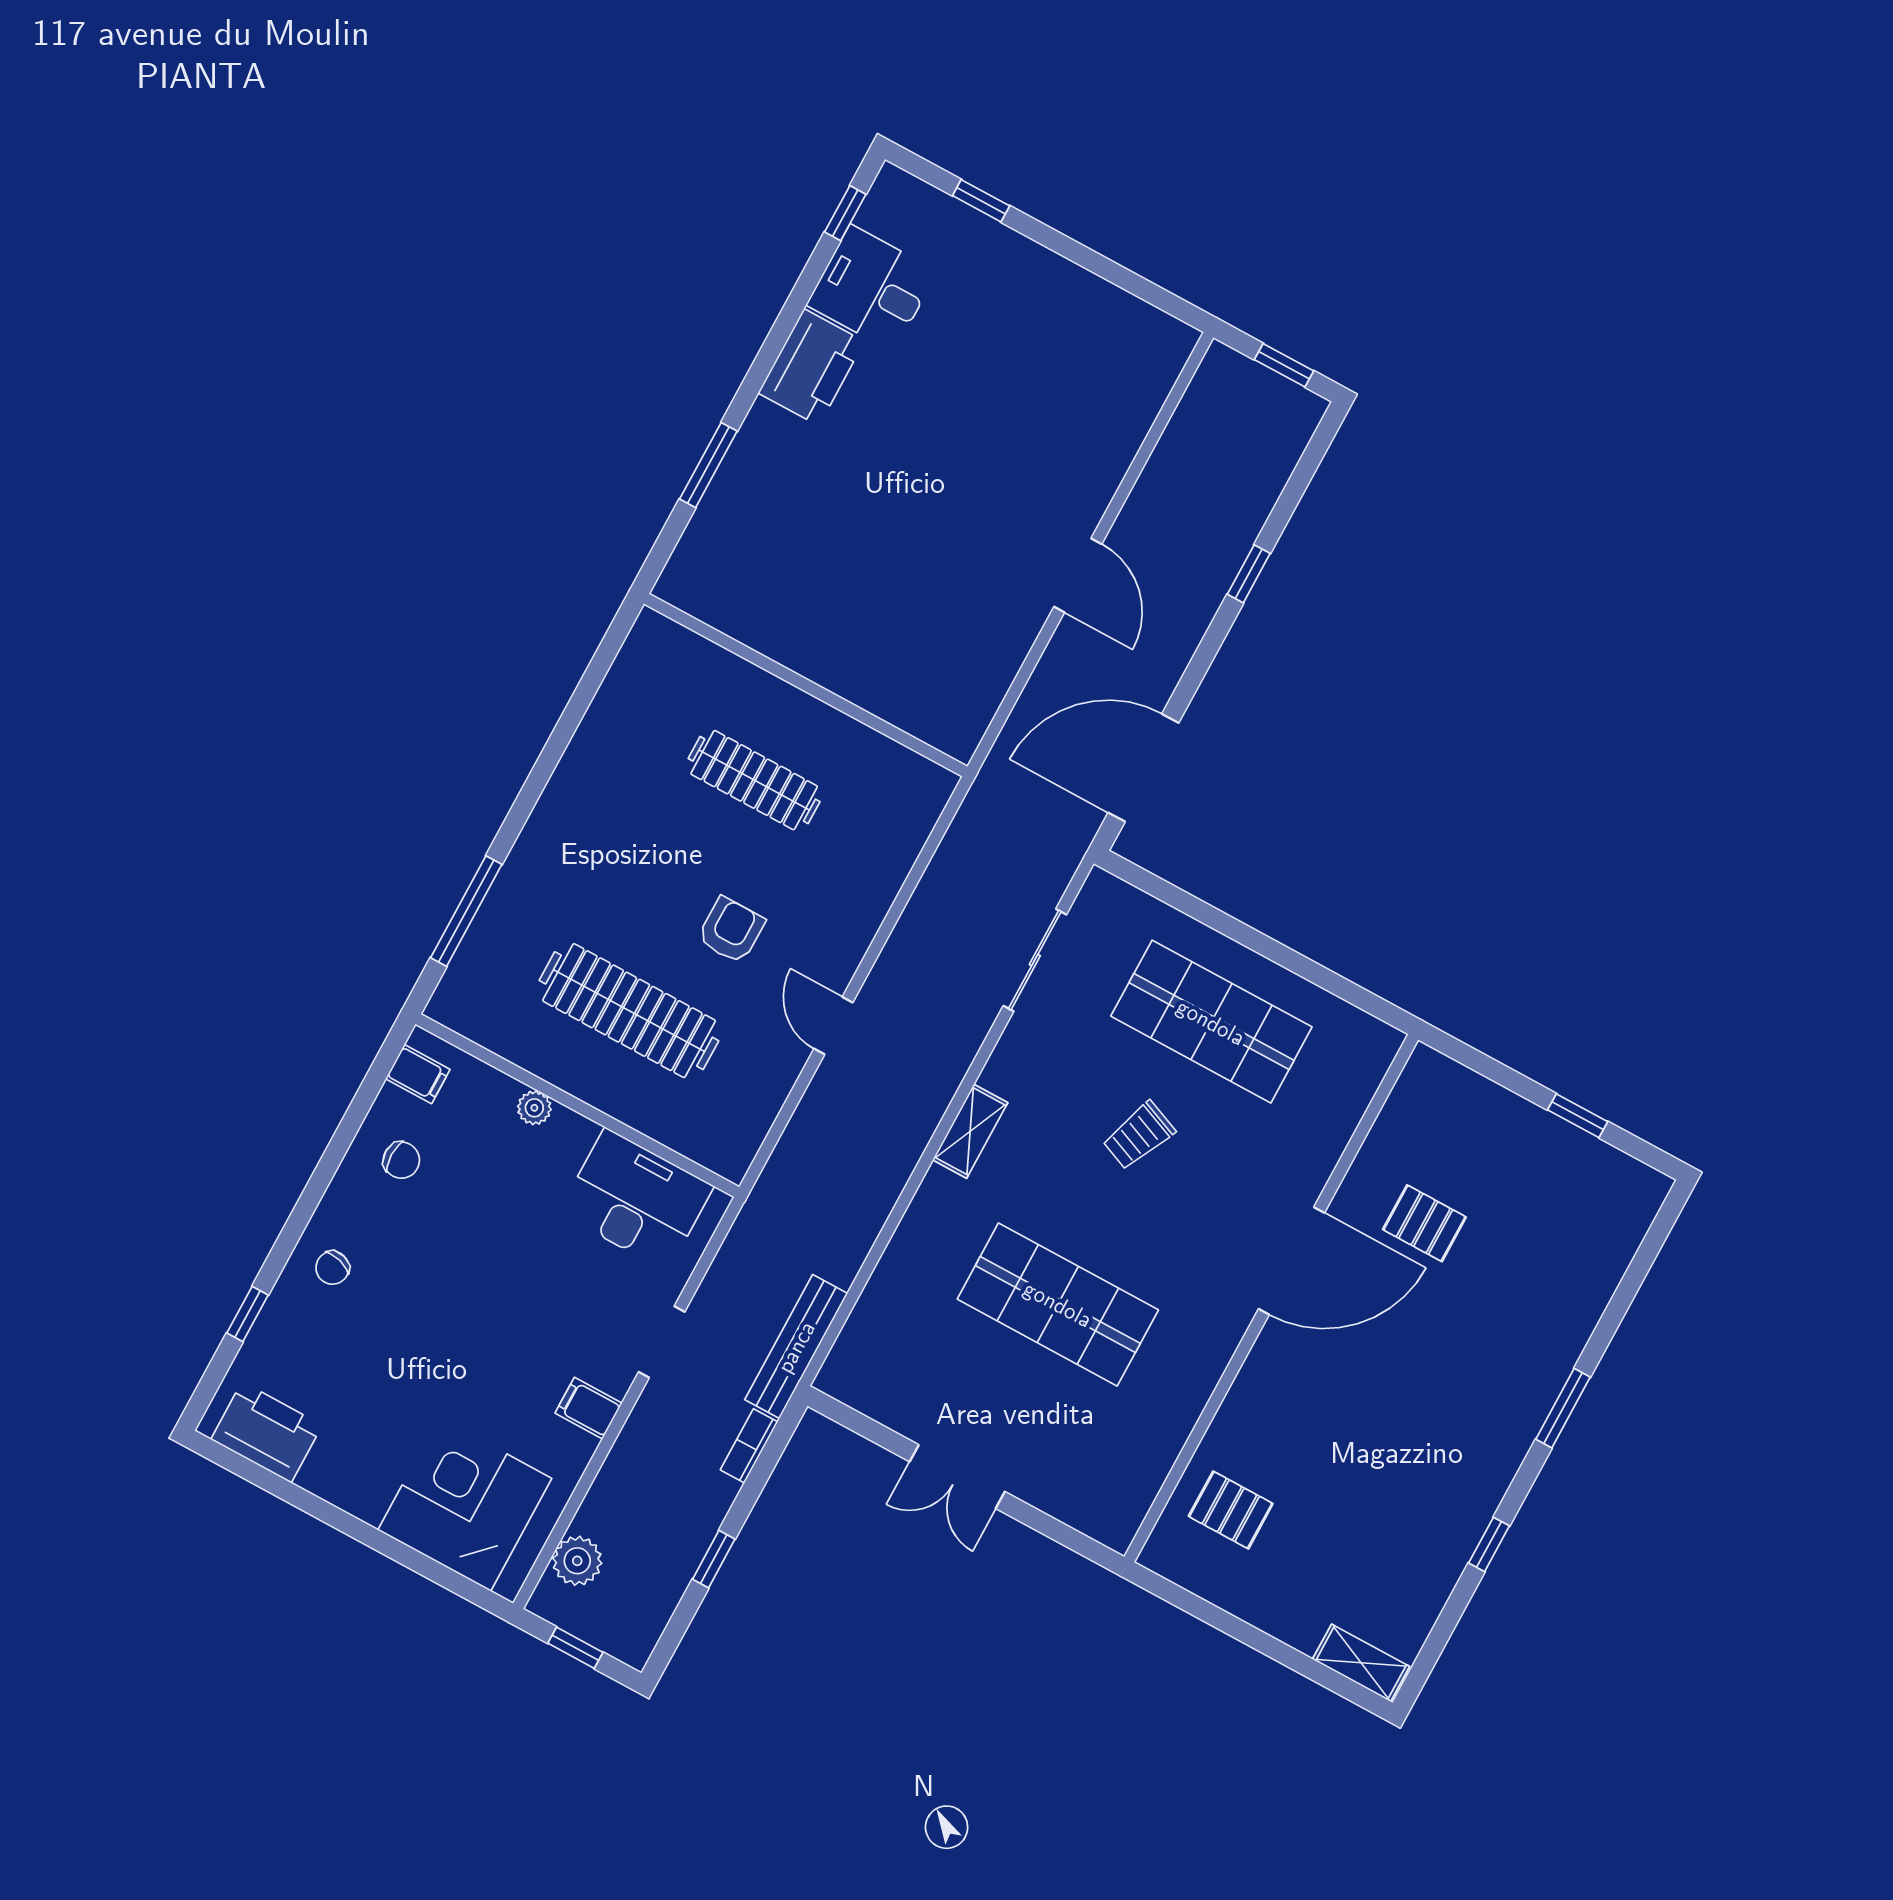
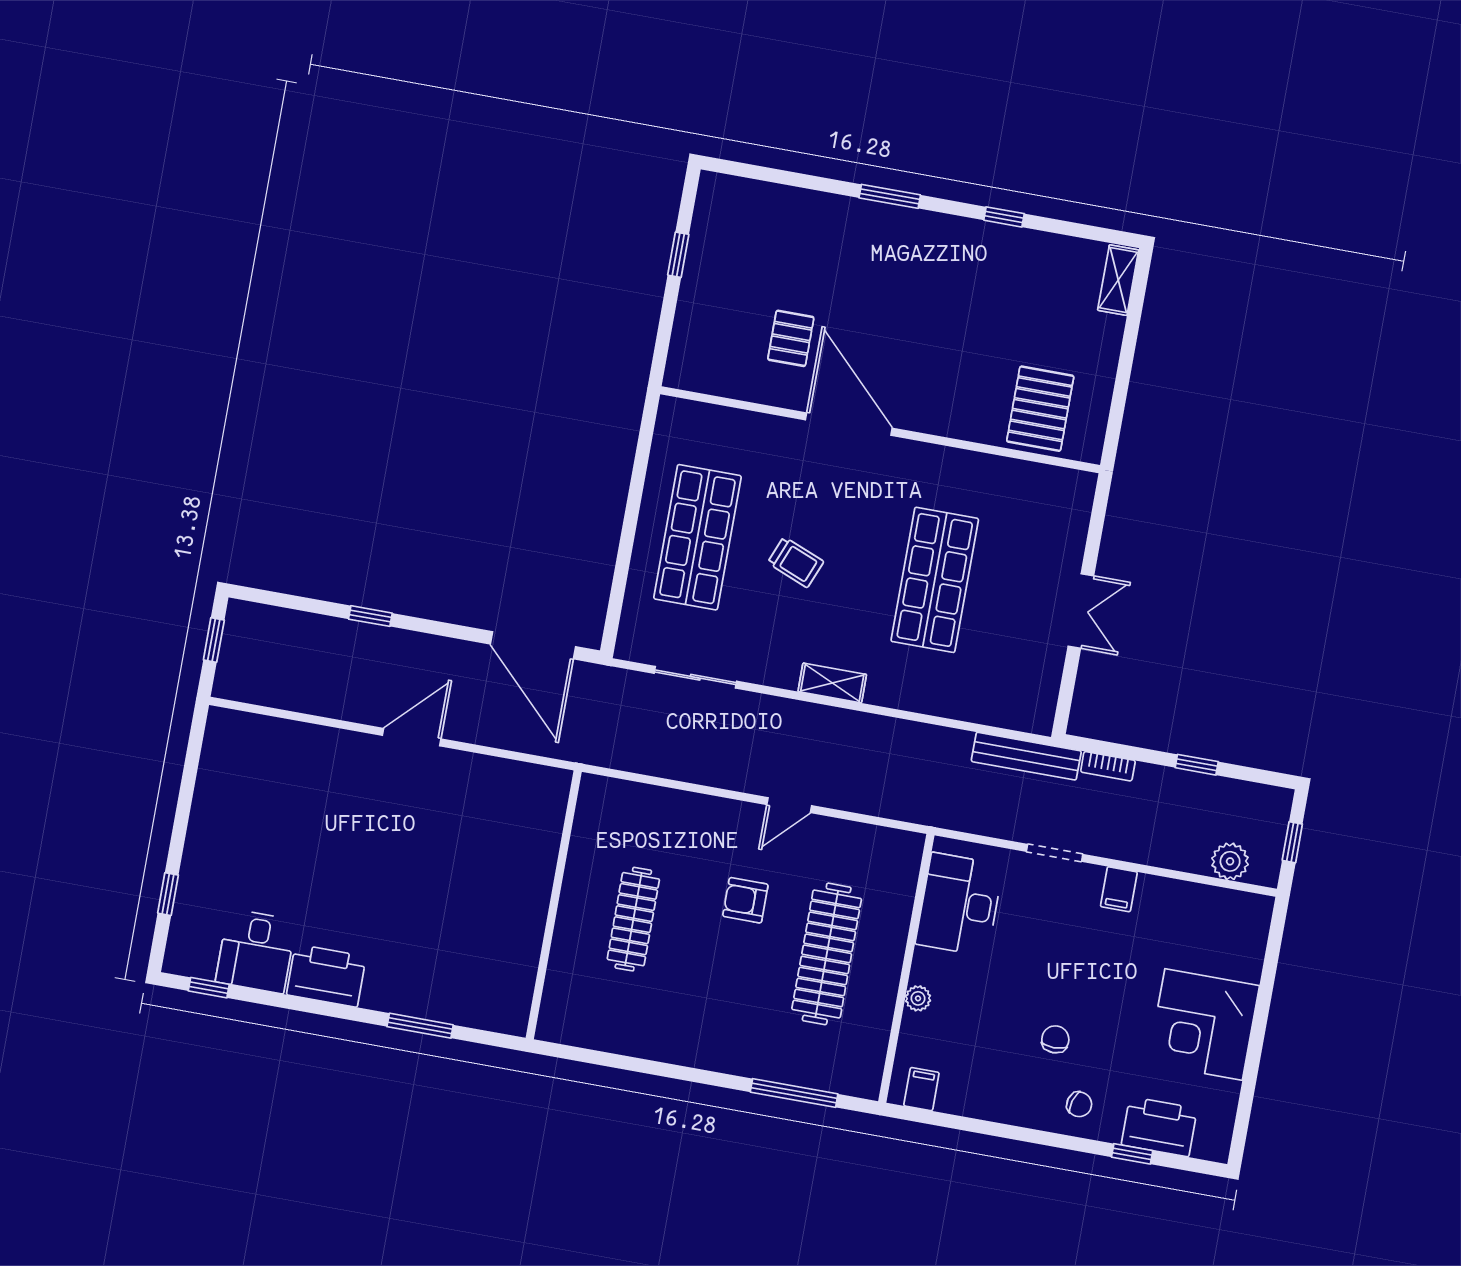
chair: (401, 1160) -> (1055, 1039), moved
printer: (267, 1432) -> (1159, 1127), moved, turned 90
corner desk: (465, 1504) -> (1204, 1024), moved
pallet: (1231, 1510) -> (1040, 409), width x1.50, depth x1.42

